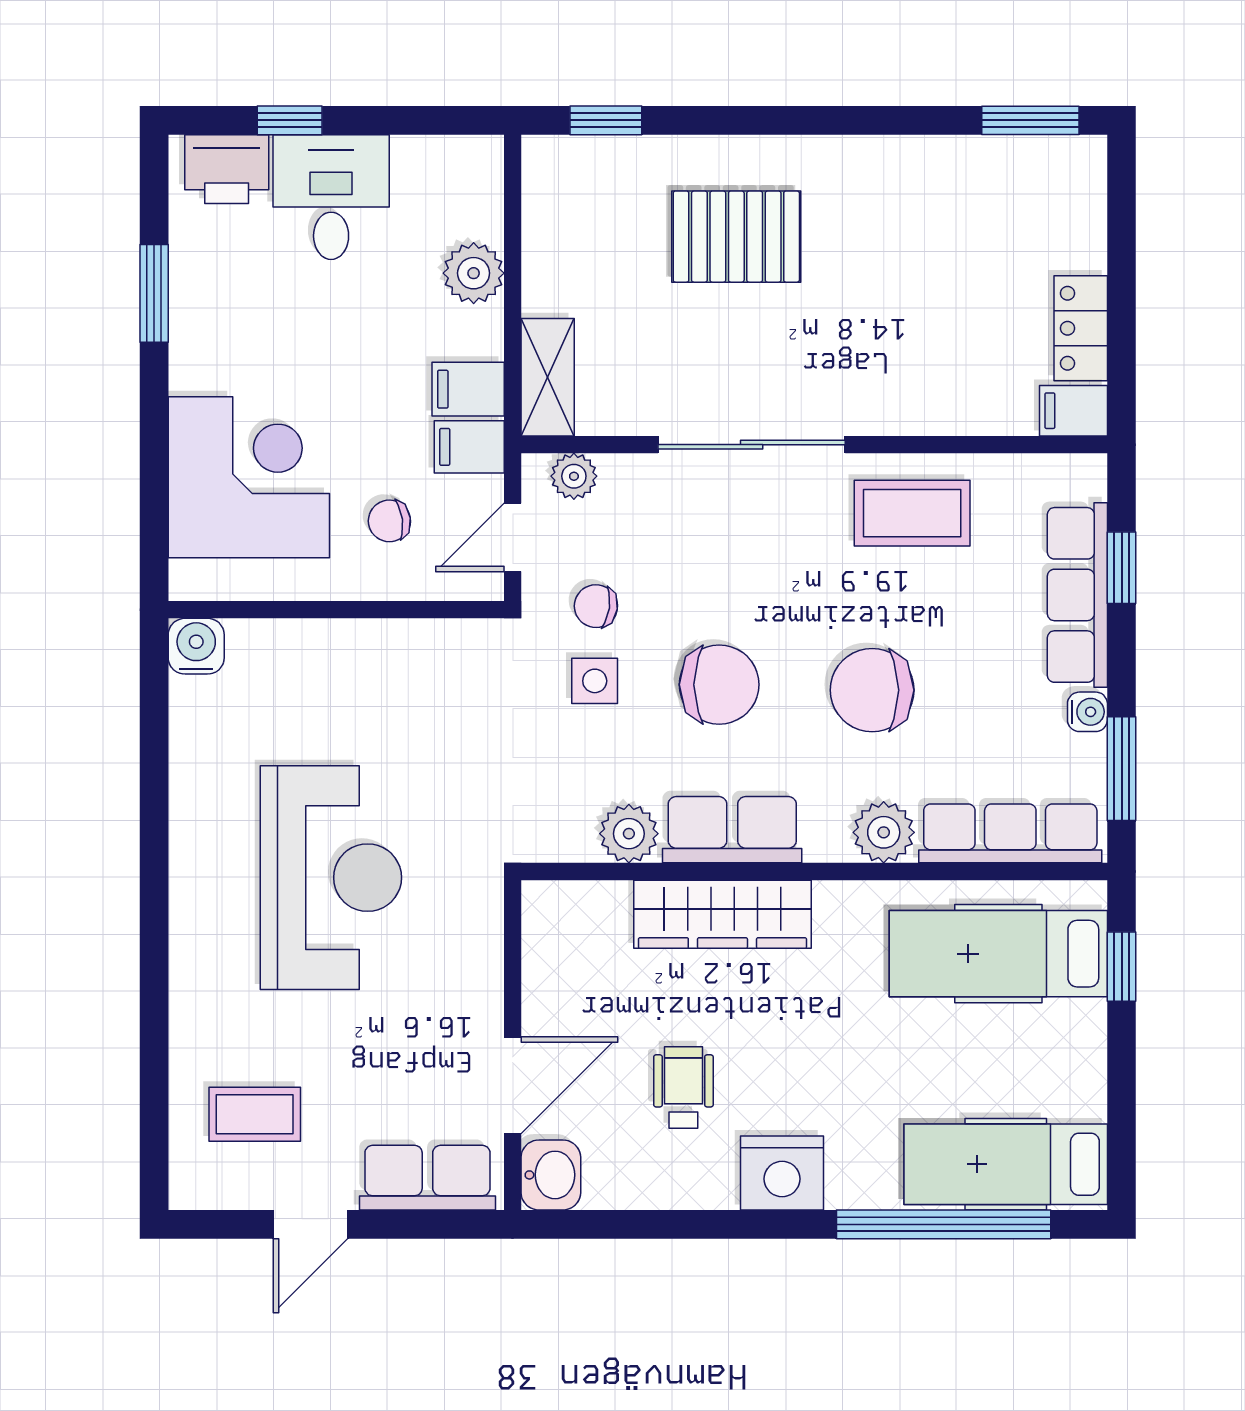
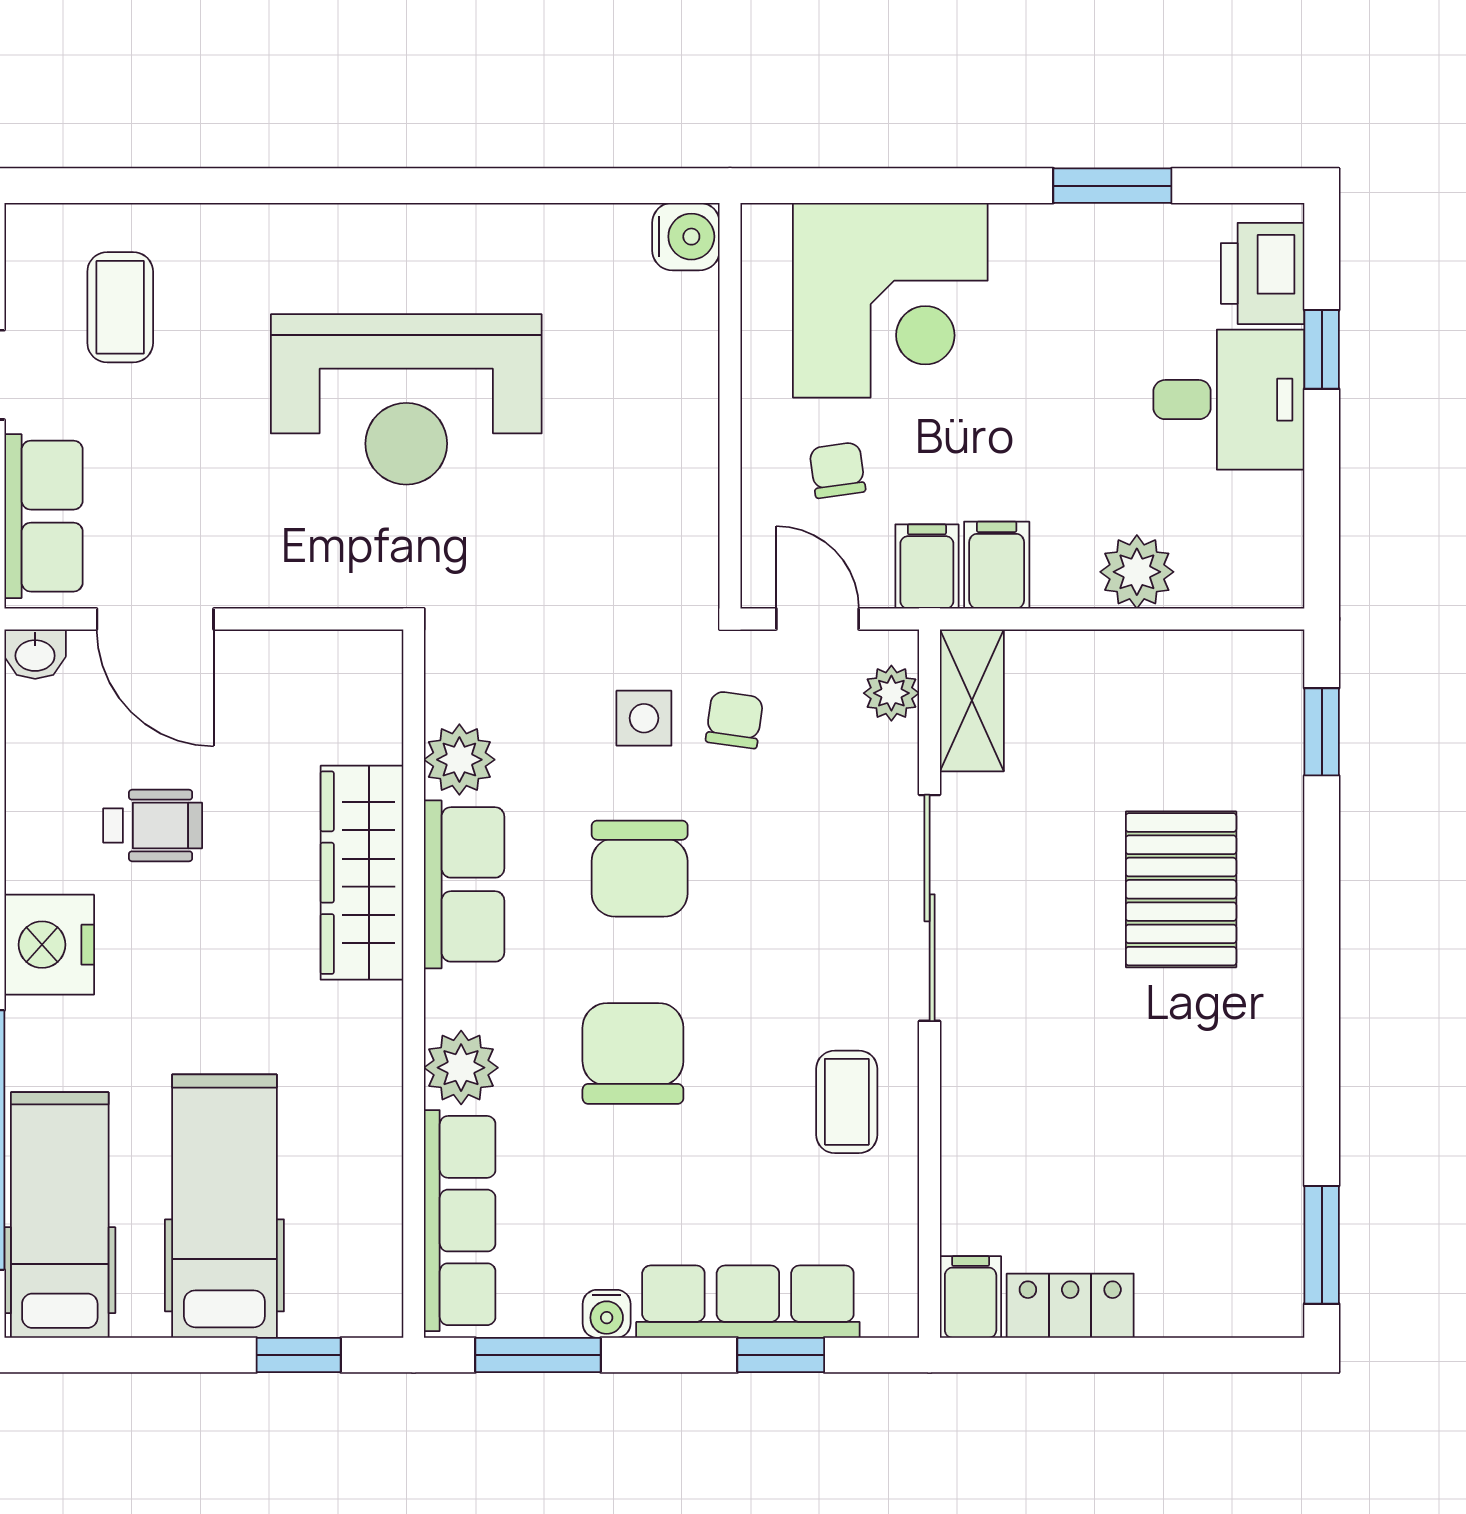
shelving: (548, 377) -> (972, 700), moved, turned 90
coffee table: (912, 513) -> (847, 1102), width x0.73, depth x0.77
hospital bed: (998, 954) -> (224, 1206), moved
washbasin: (551, 1175) -> (35, 654), width x0.72, depth x0.69

